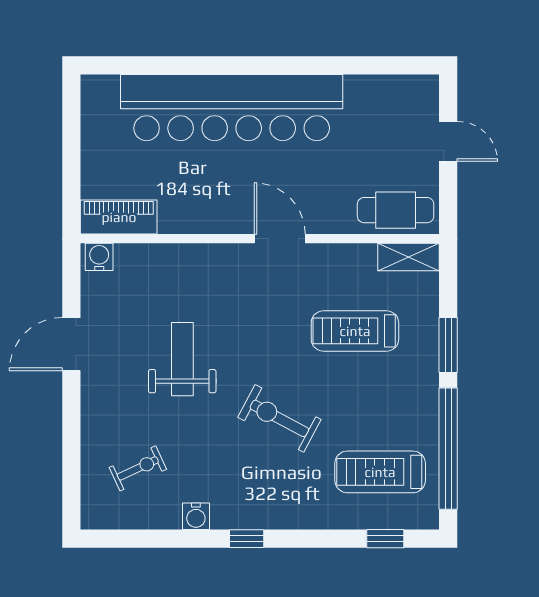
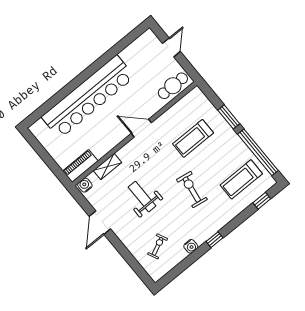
door: (448, 141) -> (171, 47), hinge flipped
shelving: (408, 257) -> (107, 167), moved
exercise bike: (279, 418) -> (192, 189), turned 71

